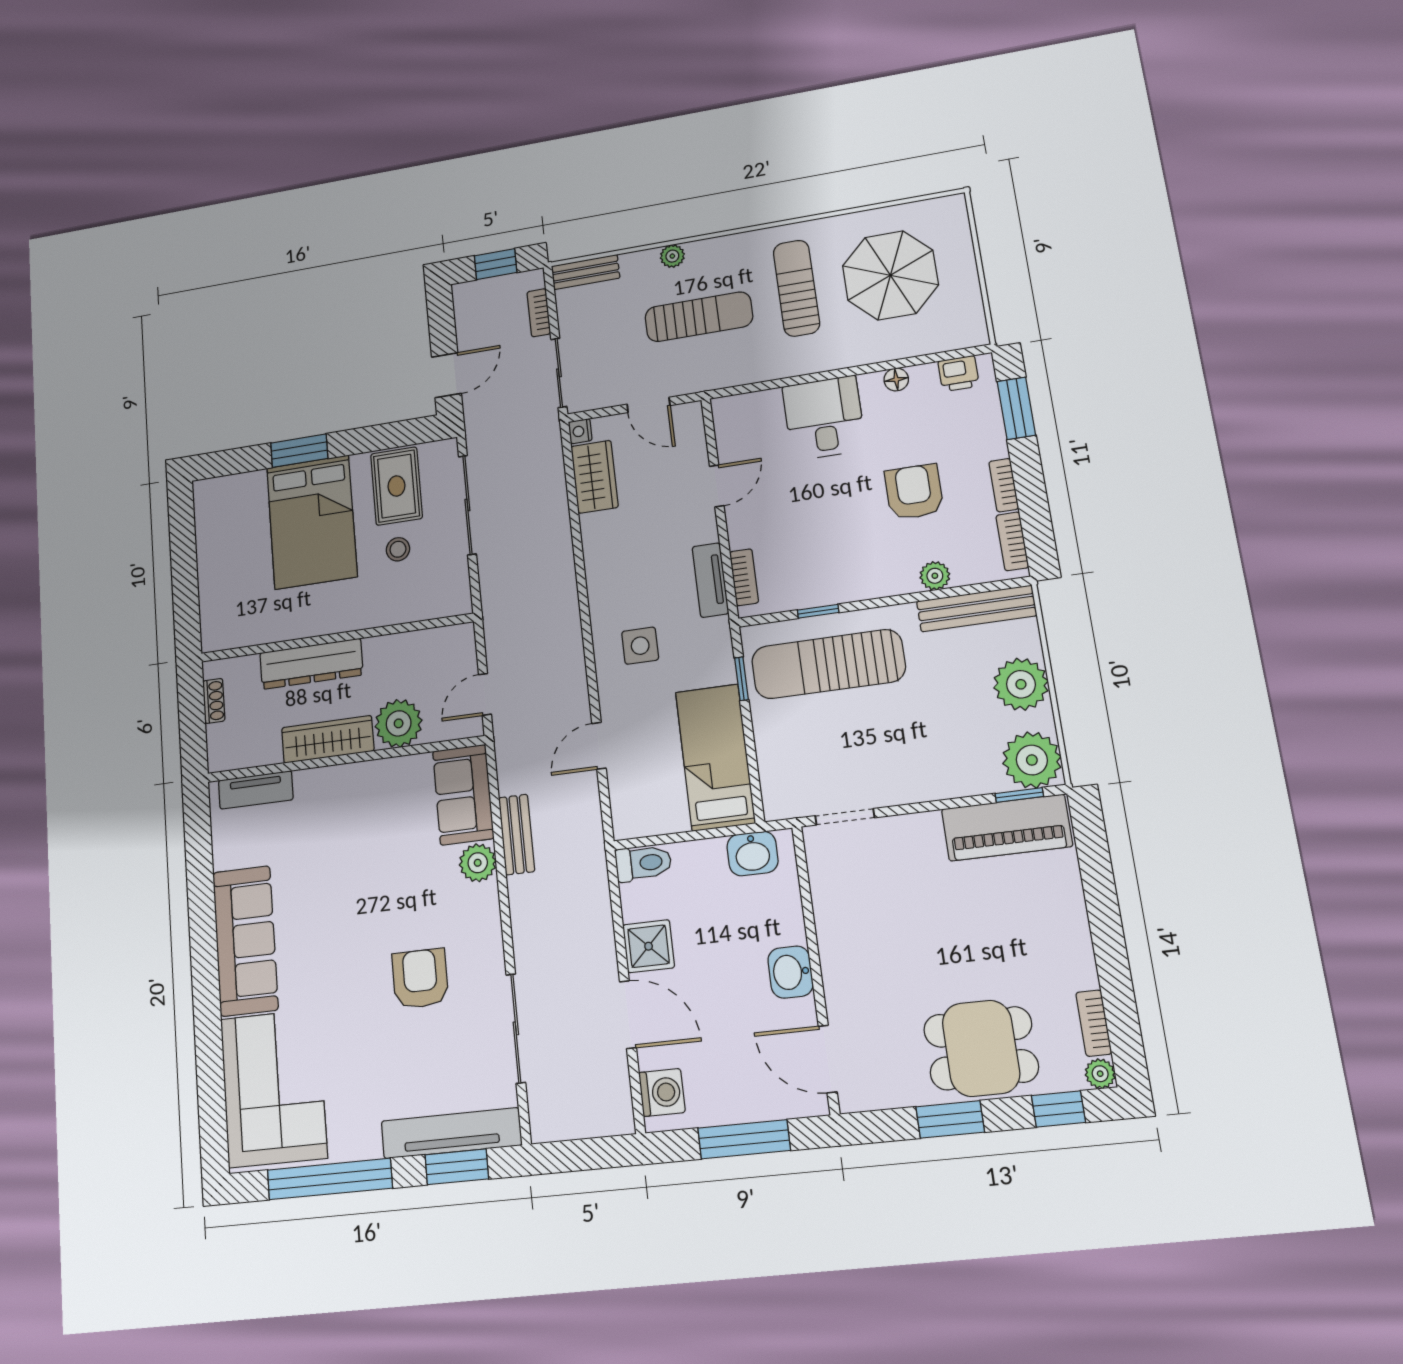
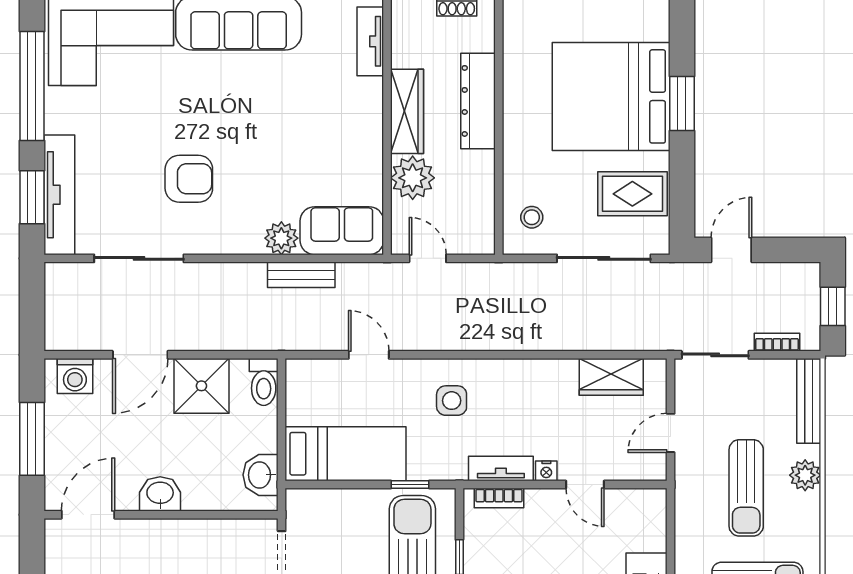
plant: (672, 256) -> (805, 475), width x1.38, depth x1.38
bench: (585, 272) -> (809, 401), width x1.36
door: (446, 375) -> (731, 250), swing flipped
nightstand: (580, 431) -> (546, 471), moved, turned 180
bed: (312, 522) -> (611, 96), width x1.36
stool: (398, 549) -> (532, 217), moved
shower: (649, 946) -> (201, 386), width x1.36, depth x1.36

